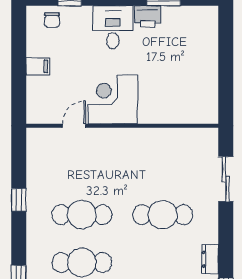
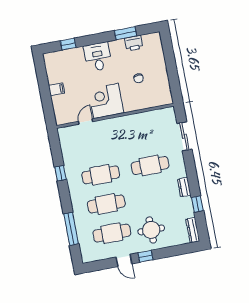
printer: (147, 16) -> (134, 43), moved
chair: (52, 20) -> (139, 78), moved

